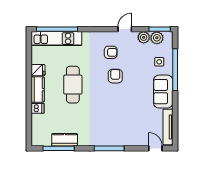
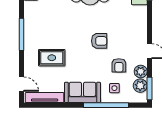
armchair: (111, 52) -> (119, 65), moved
rug: (131, 120) -> (52, 58), added
door: (155, 148) -> (22, 84), hinge flipped

